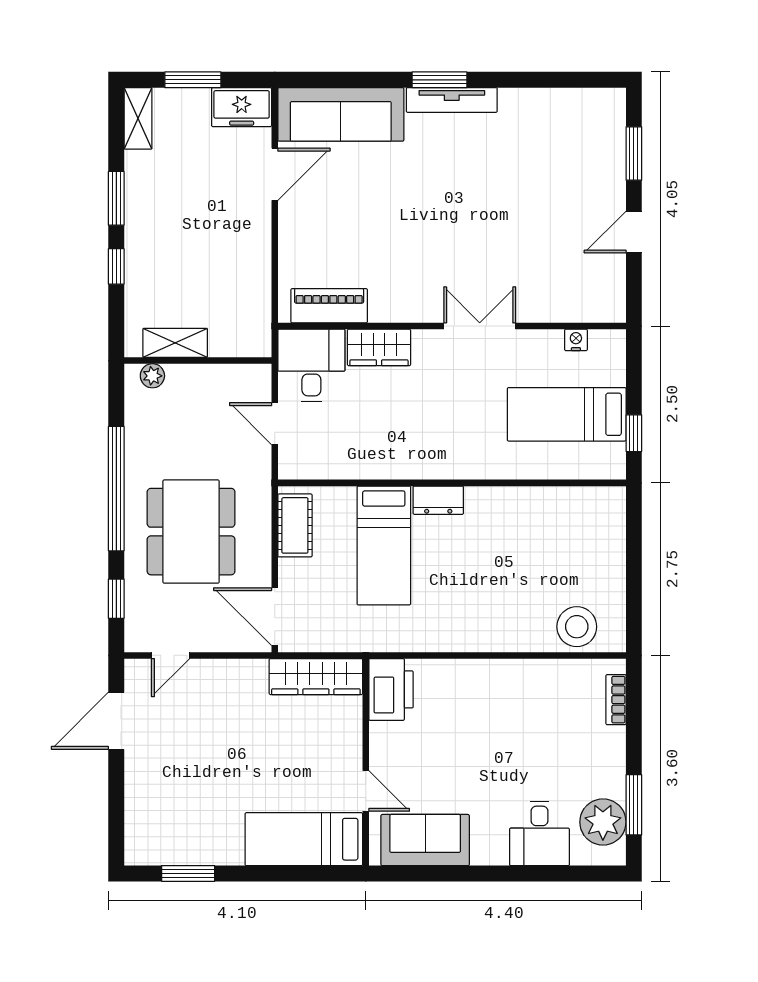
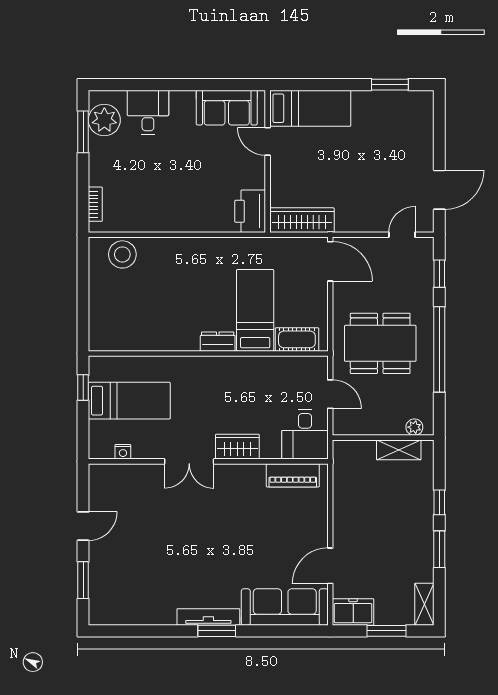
wardrobe: (379, 347) -> (237, 447), moved
cot: (295, 525) -> (297, 339), moved, turned 90
dining table: (191, 532) -> (380, 343), moved, turned 90

